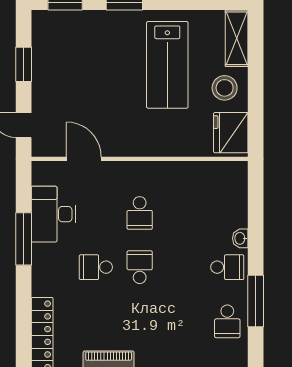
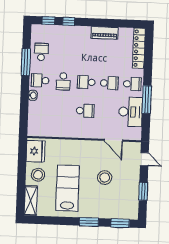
stool: (98, 88) -> (105, 178), added
school desk: (140, 213) -> (85, 111), turned 90
school desk: (52, 267) -> (132, 84), added
school desk: (140, 267) -> (86, 82), turned 90
school desk: (183, 267) -> (63, 81), added

